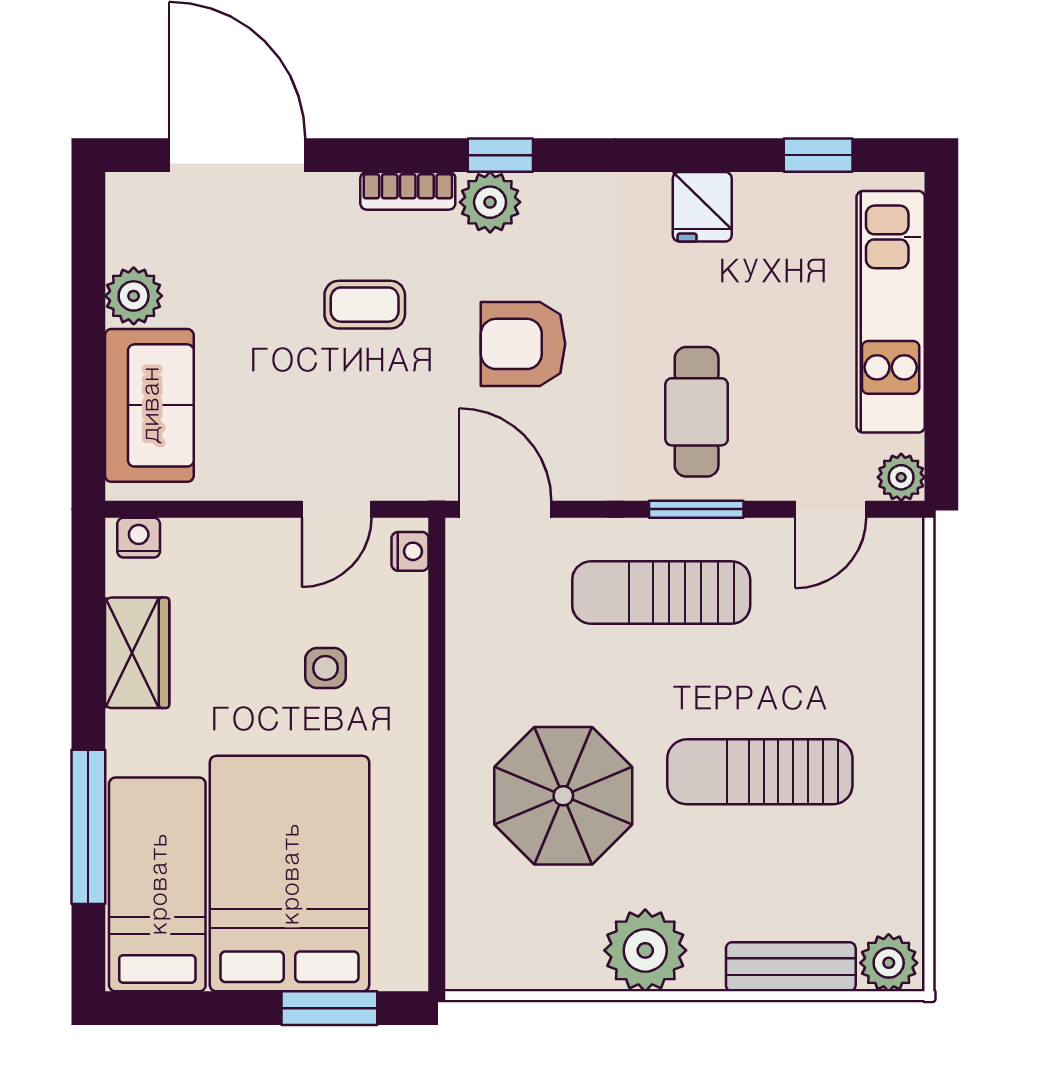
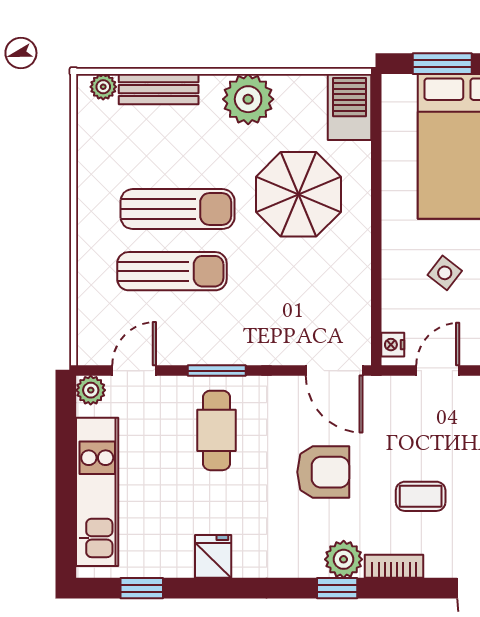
sun lounger: (661, 593) -> (172, 271), moved
side table: (325, 668) -> (445, 273), turned 38
barbecue: (480, 938) -> (350, 107), added
plant: (889, 963) -> (103, 87), width x0.73, depth x0.73

